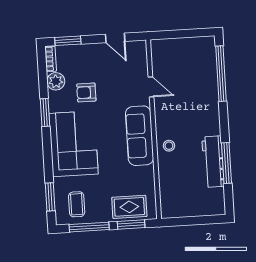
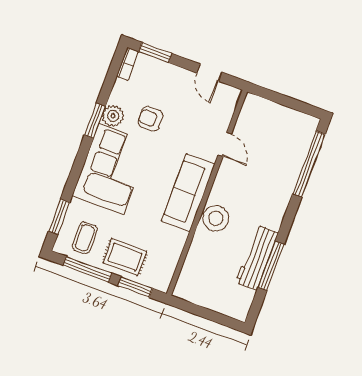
plant: (56, 81) -> (113, 116), moved
stool: (169, 146) -> (216, 218), width x1.89, depth x1.89
rug: (129, 207) -> (125, 257), moved

